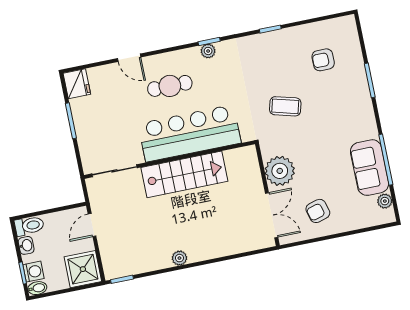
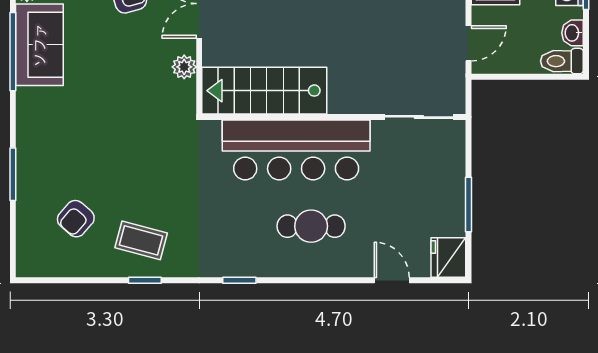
plant: (208, 51) -> (244, 266), removed
door: (129, 58) -> (392, 280), moved
armchair: (323, 60) -> (76, 219), turned 131
coffee table: (285, 106) -> (141, 240), moved
plant: (280, 171) -> (184, 67), width x0.53, depth x0.53
stairs: (184, 174) -> (264, 91), moved

